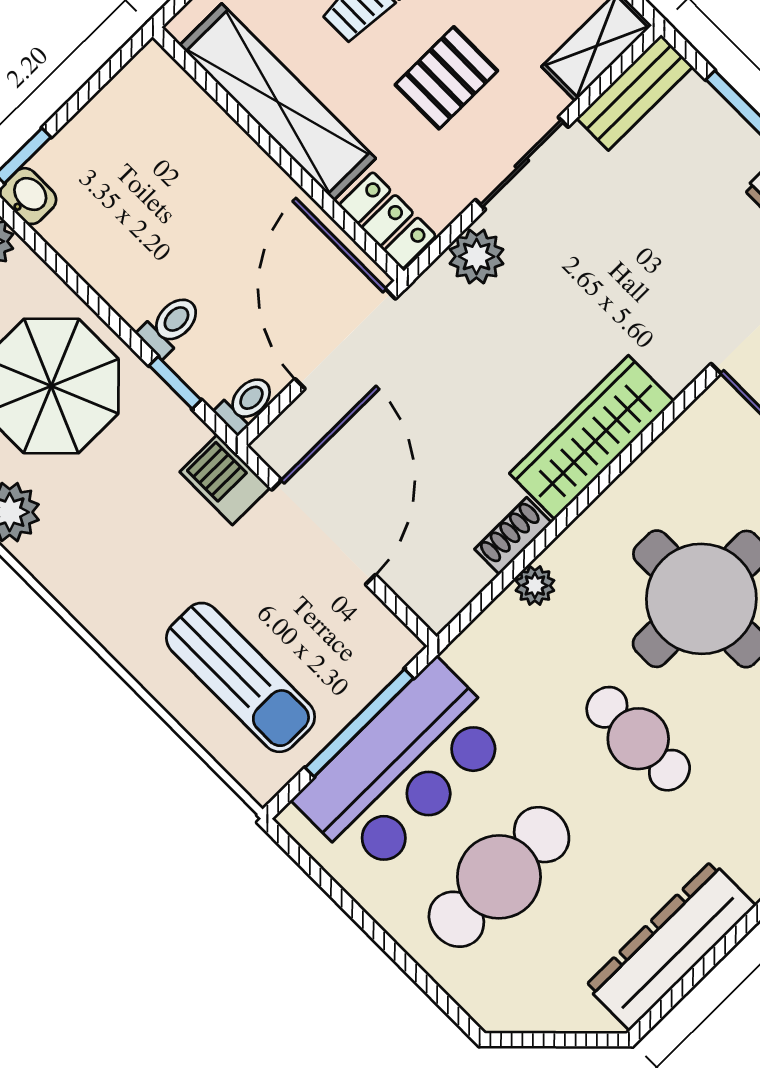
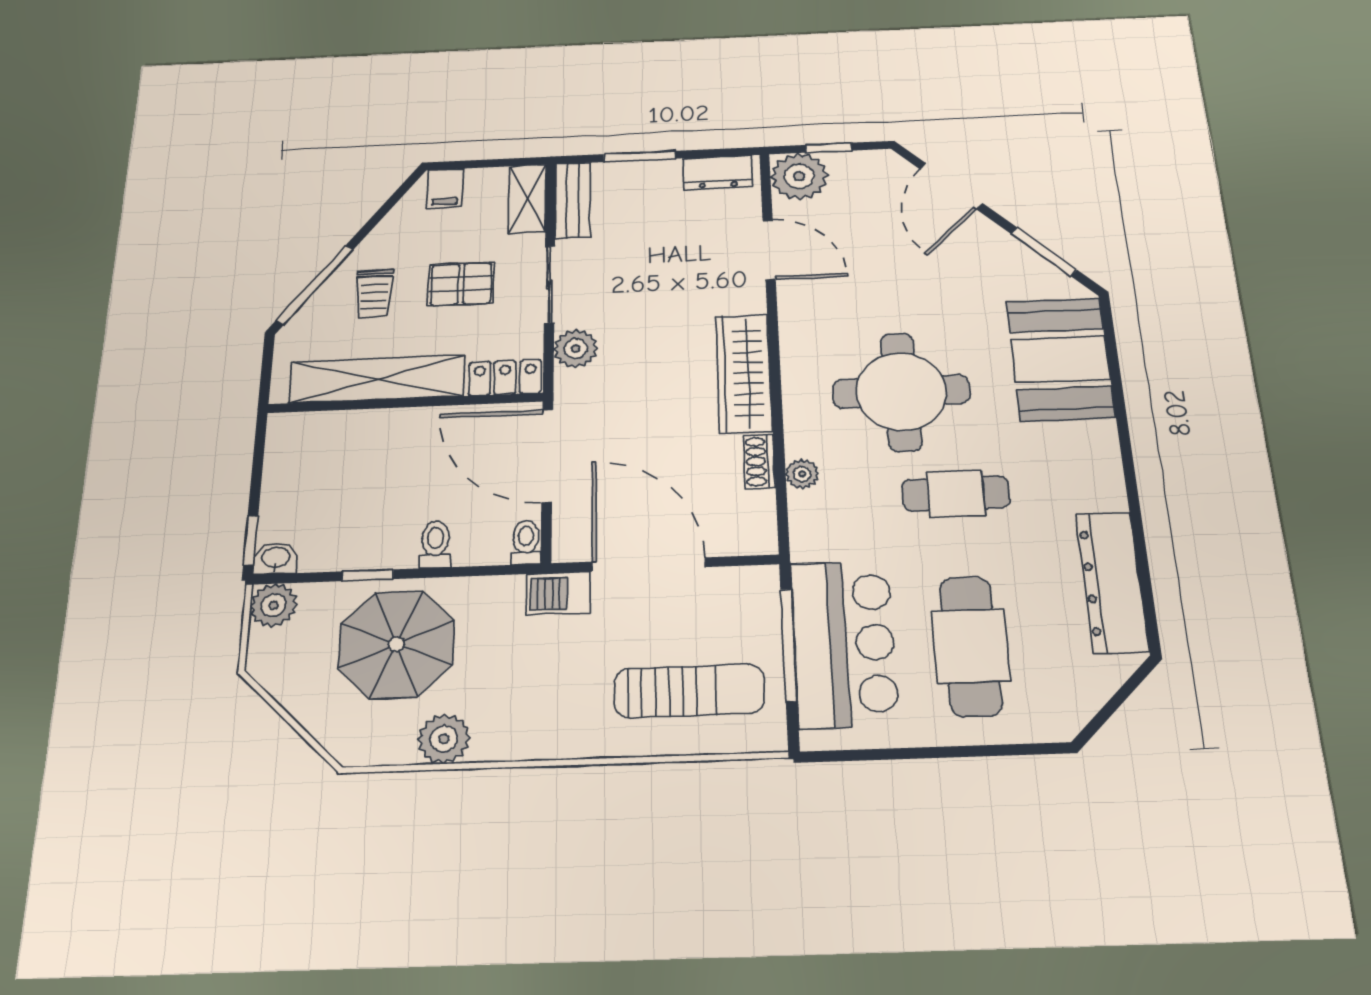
pallet: (446, 78) -> (461, 284), turned 90
window: (175, 383) -> (368, 575), moved

